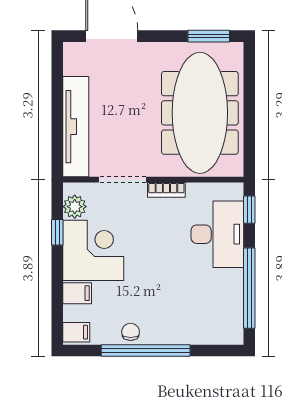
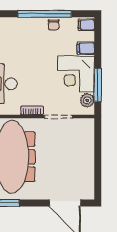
tv unit: (76, 127) -> (87, 148), removed
window: (57, 232) -> (98, 85), width x2.17

